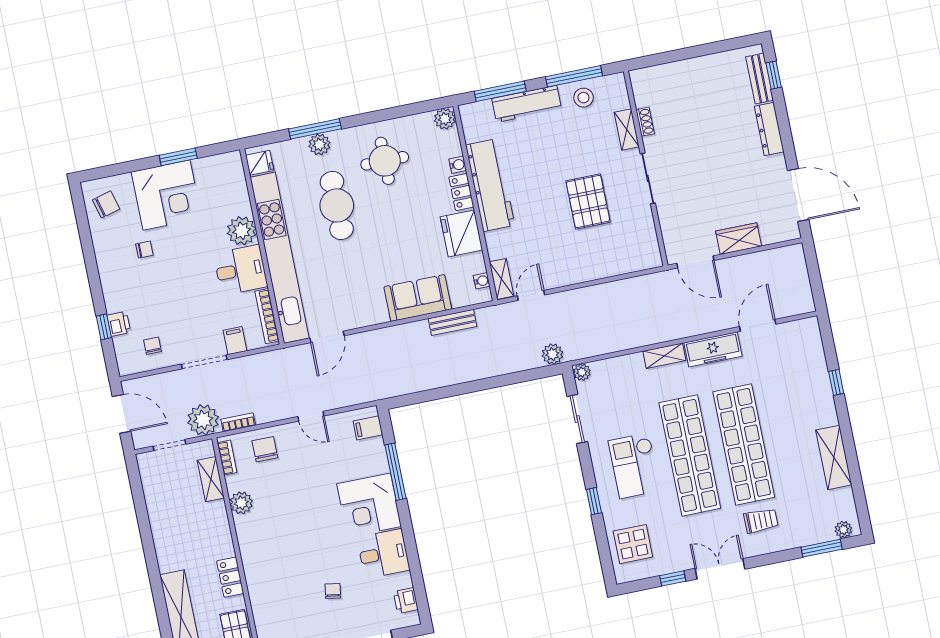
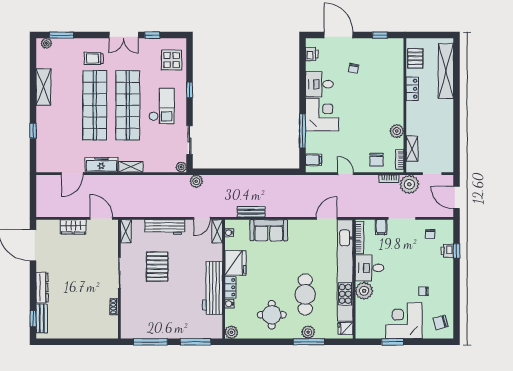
stool: (583, 98) -> (147, 328), removed
workbench: (527, 104) -> (165, 227), moved, turned 180
shelving: (627, 129) -> (126, 231), moved

